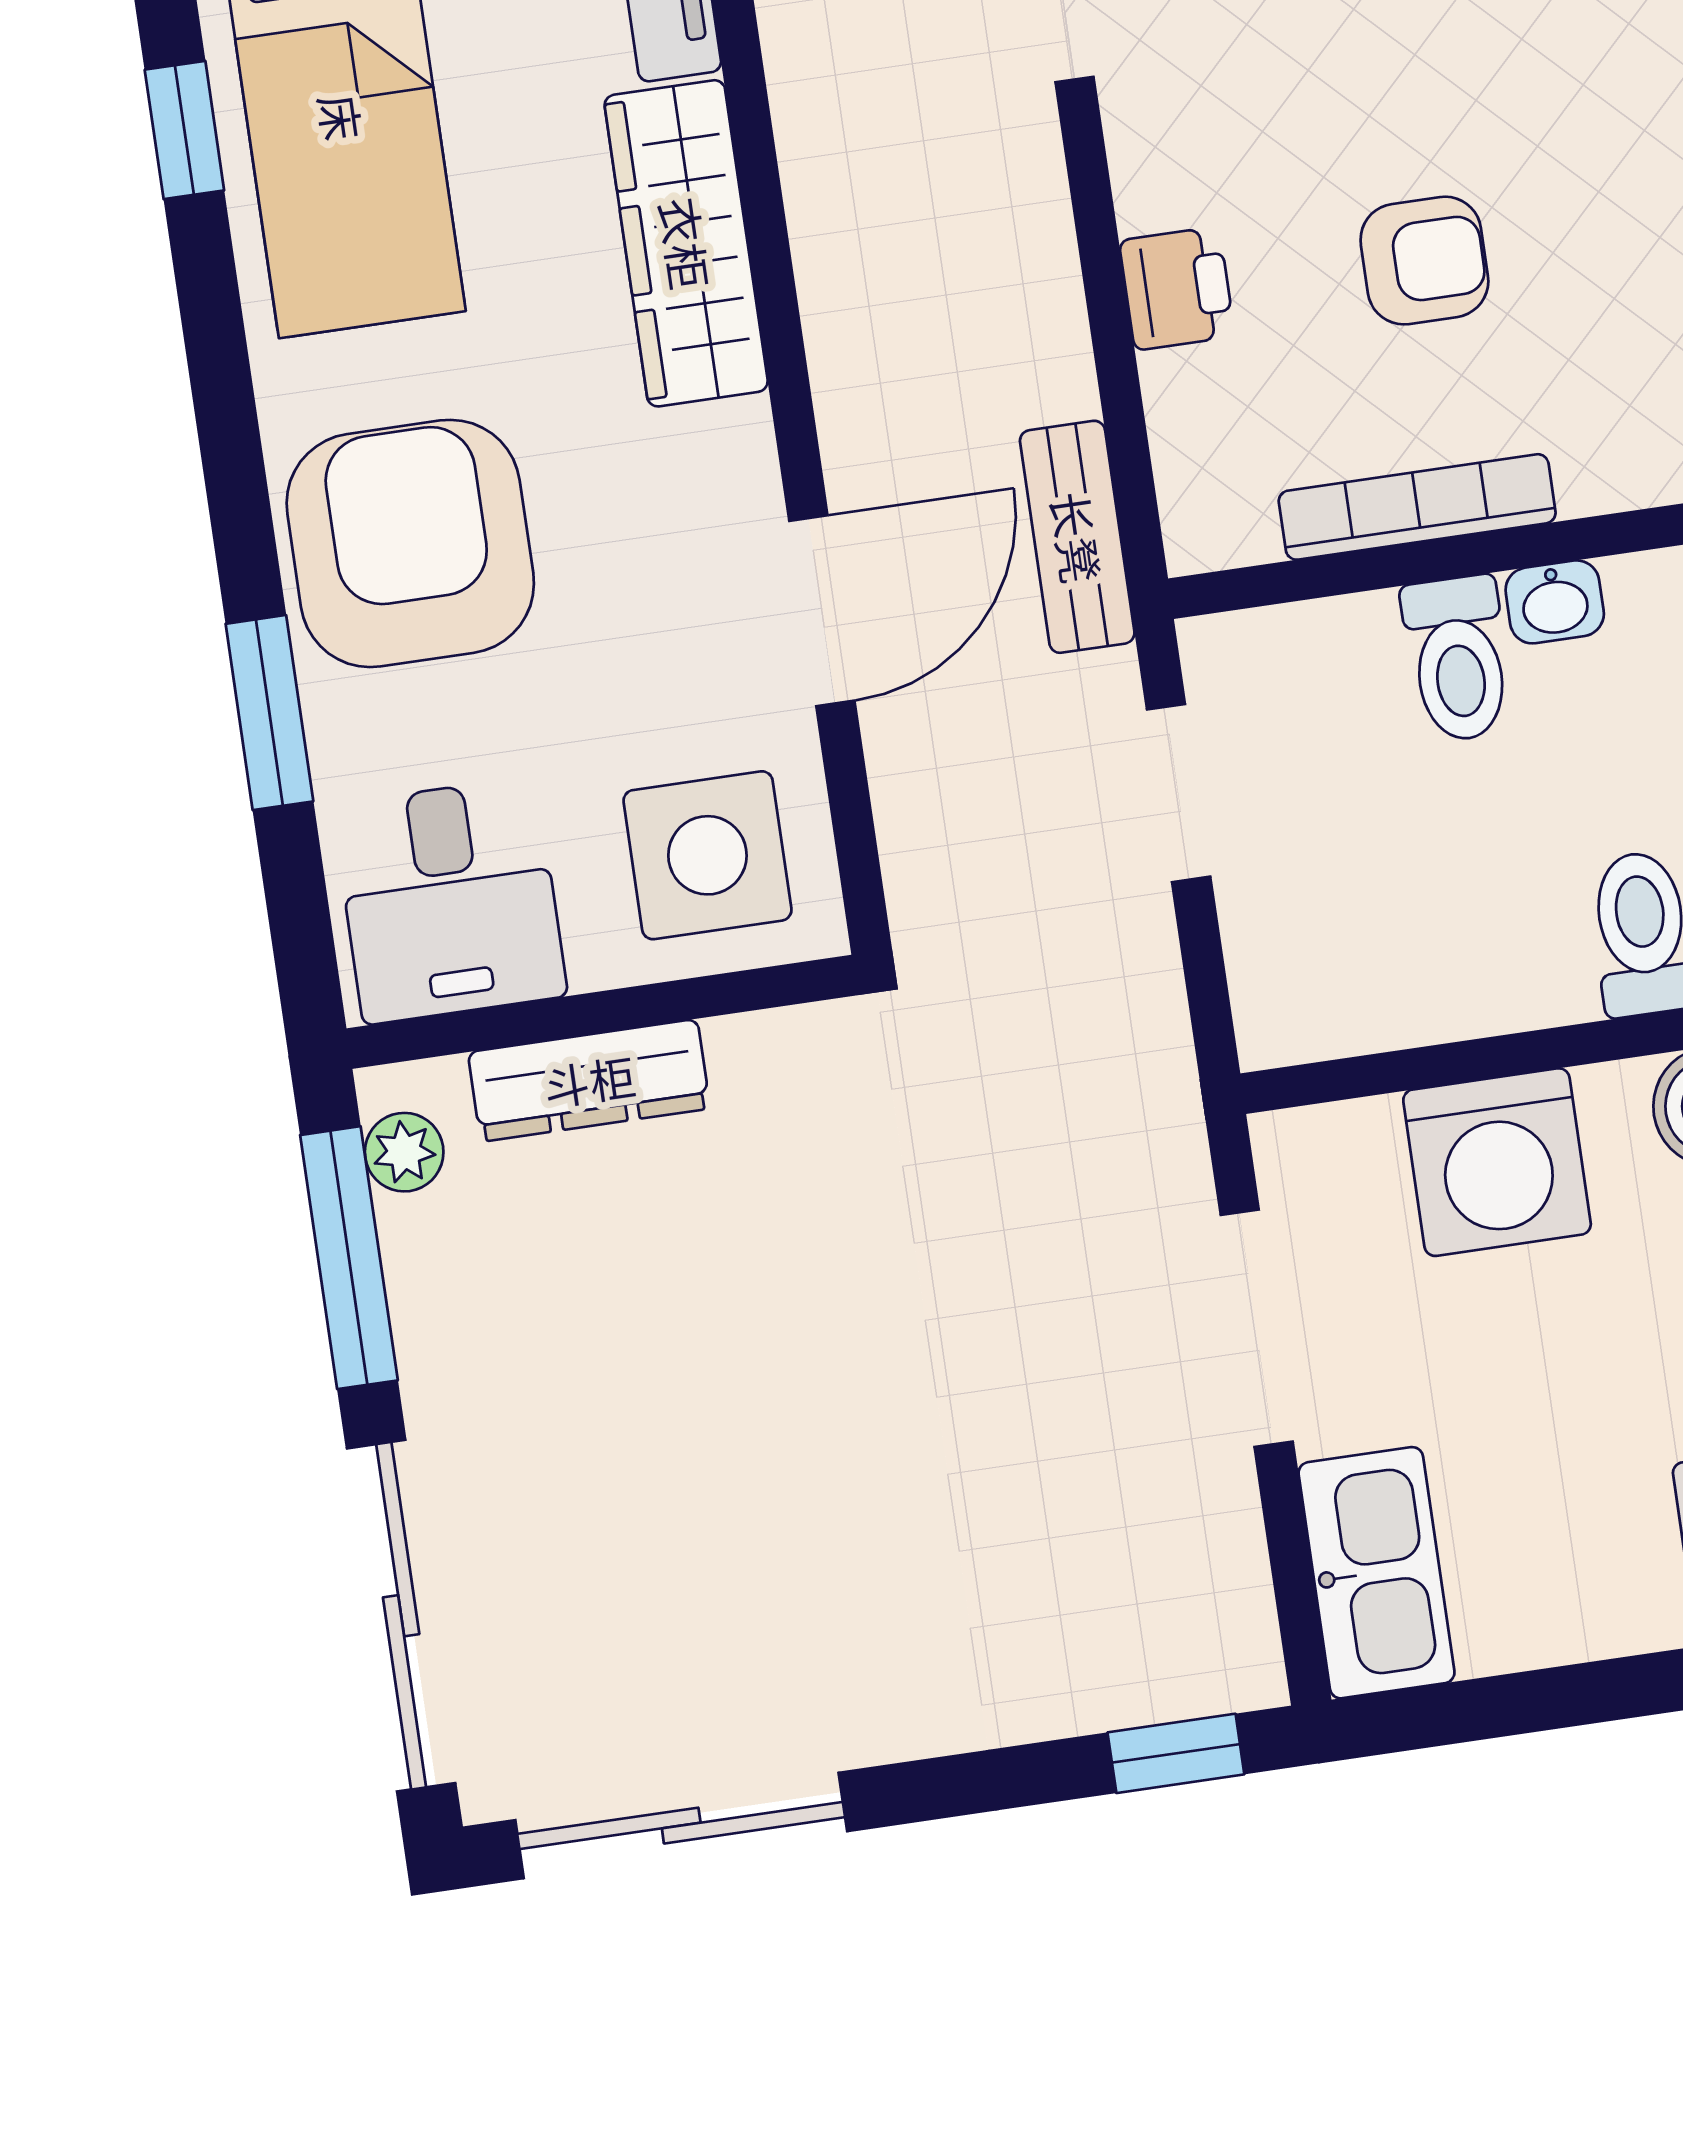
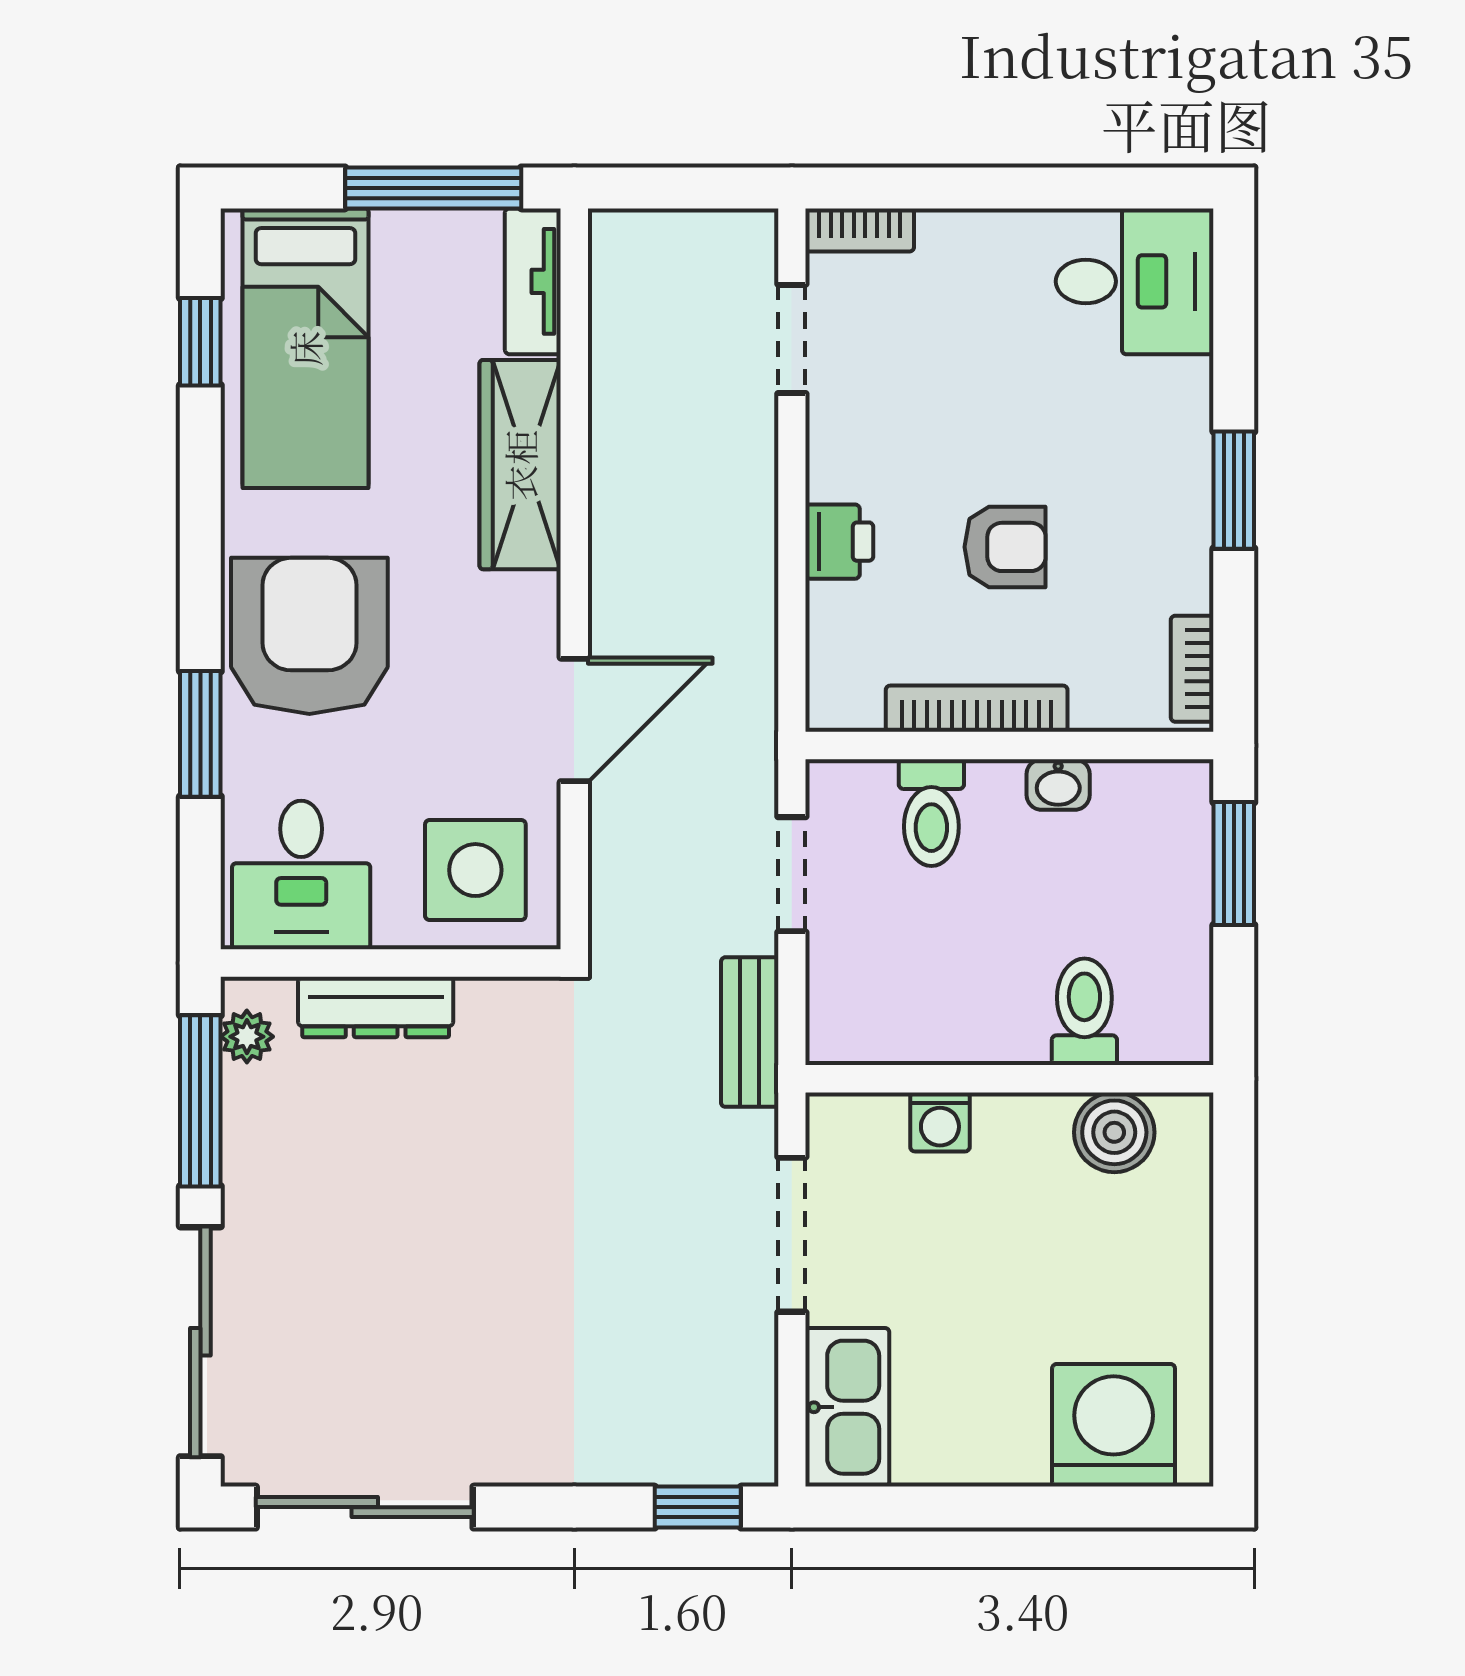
bench: (1077, 537) -> (750, 1032), moved
toilet: (1458, 659) -> (931, 813), moved
washing machine: (1497, 1162) -> (940, 1122), width x0.53, depth x0.53

